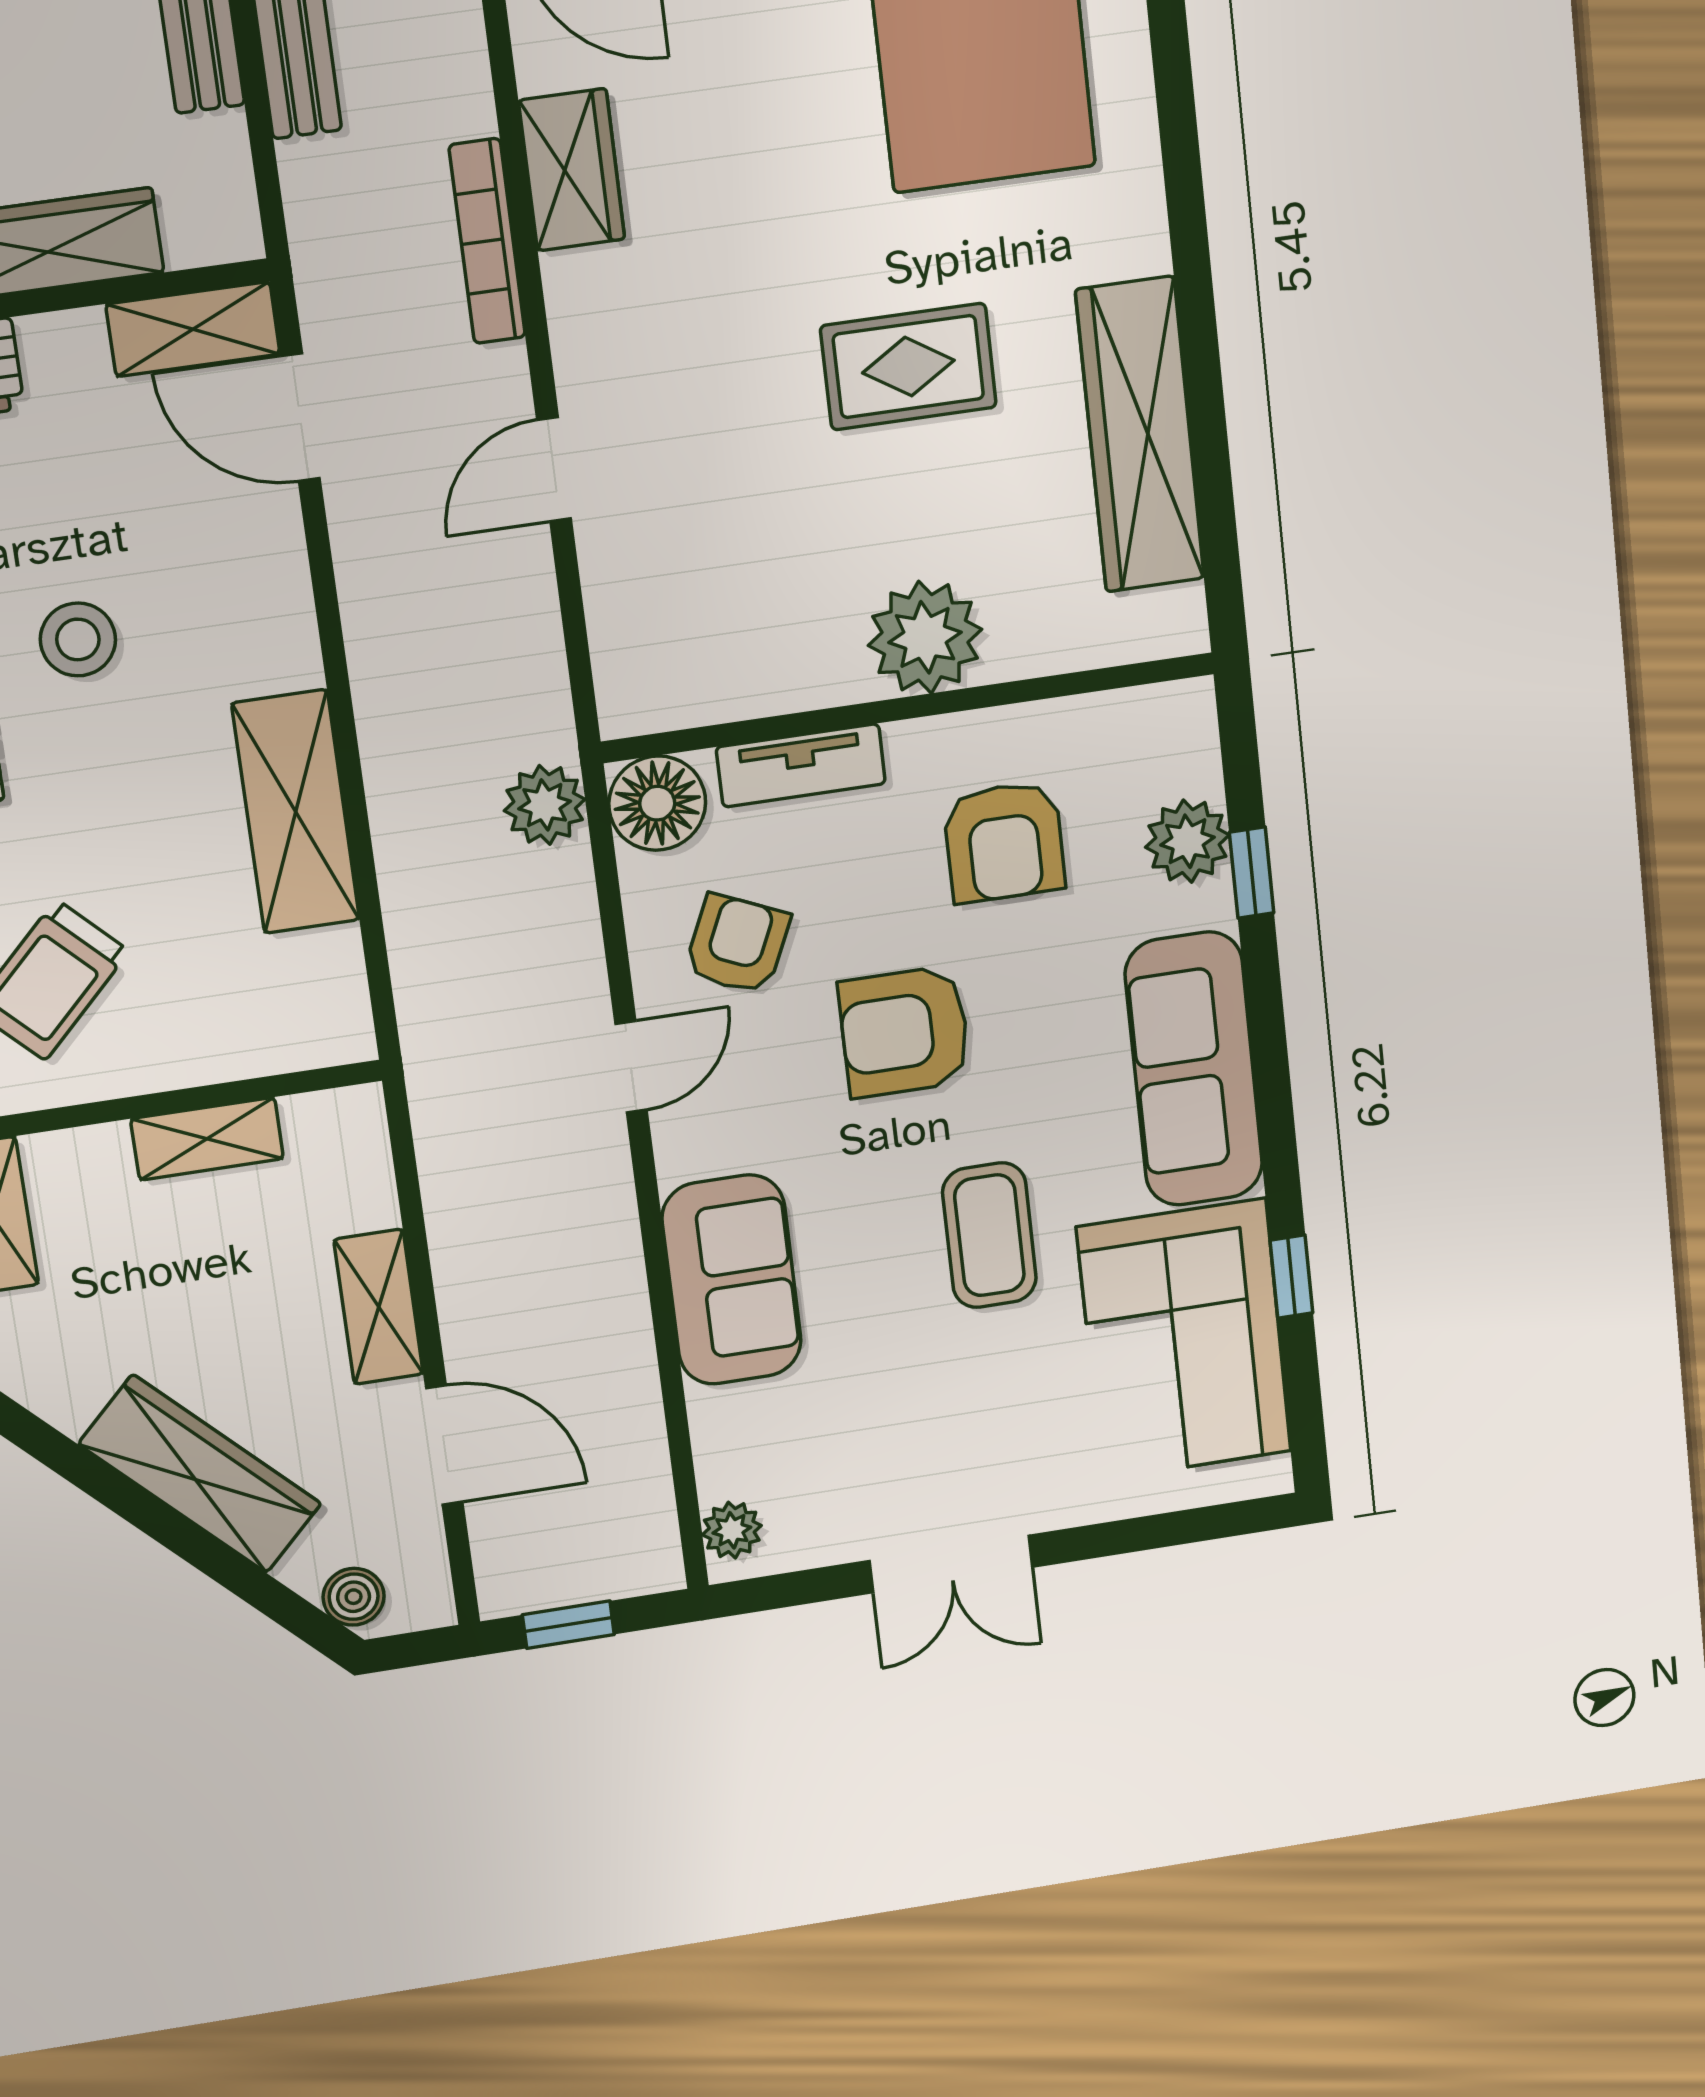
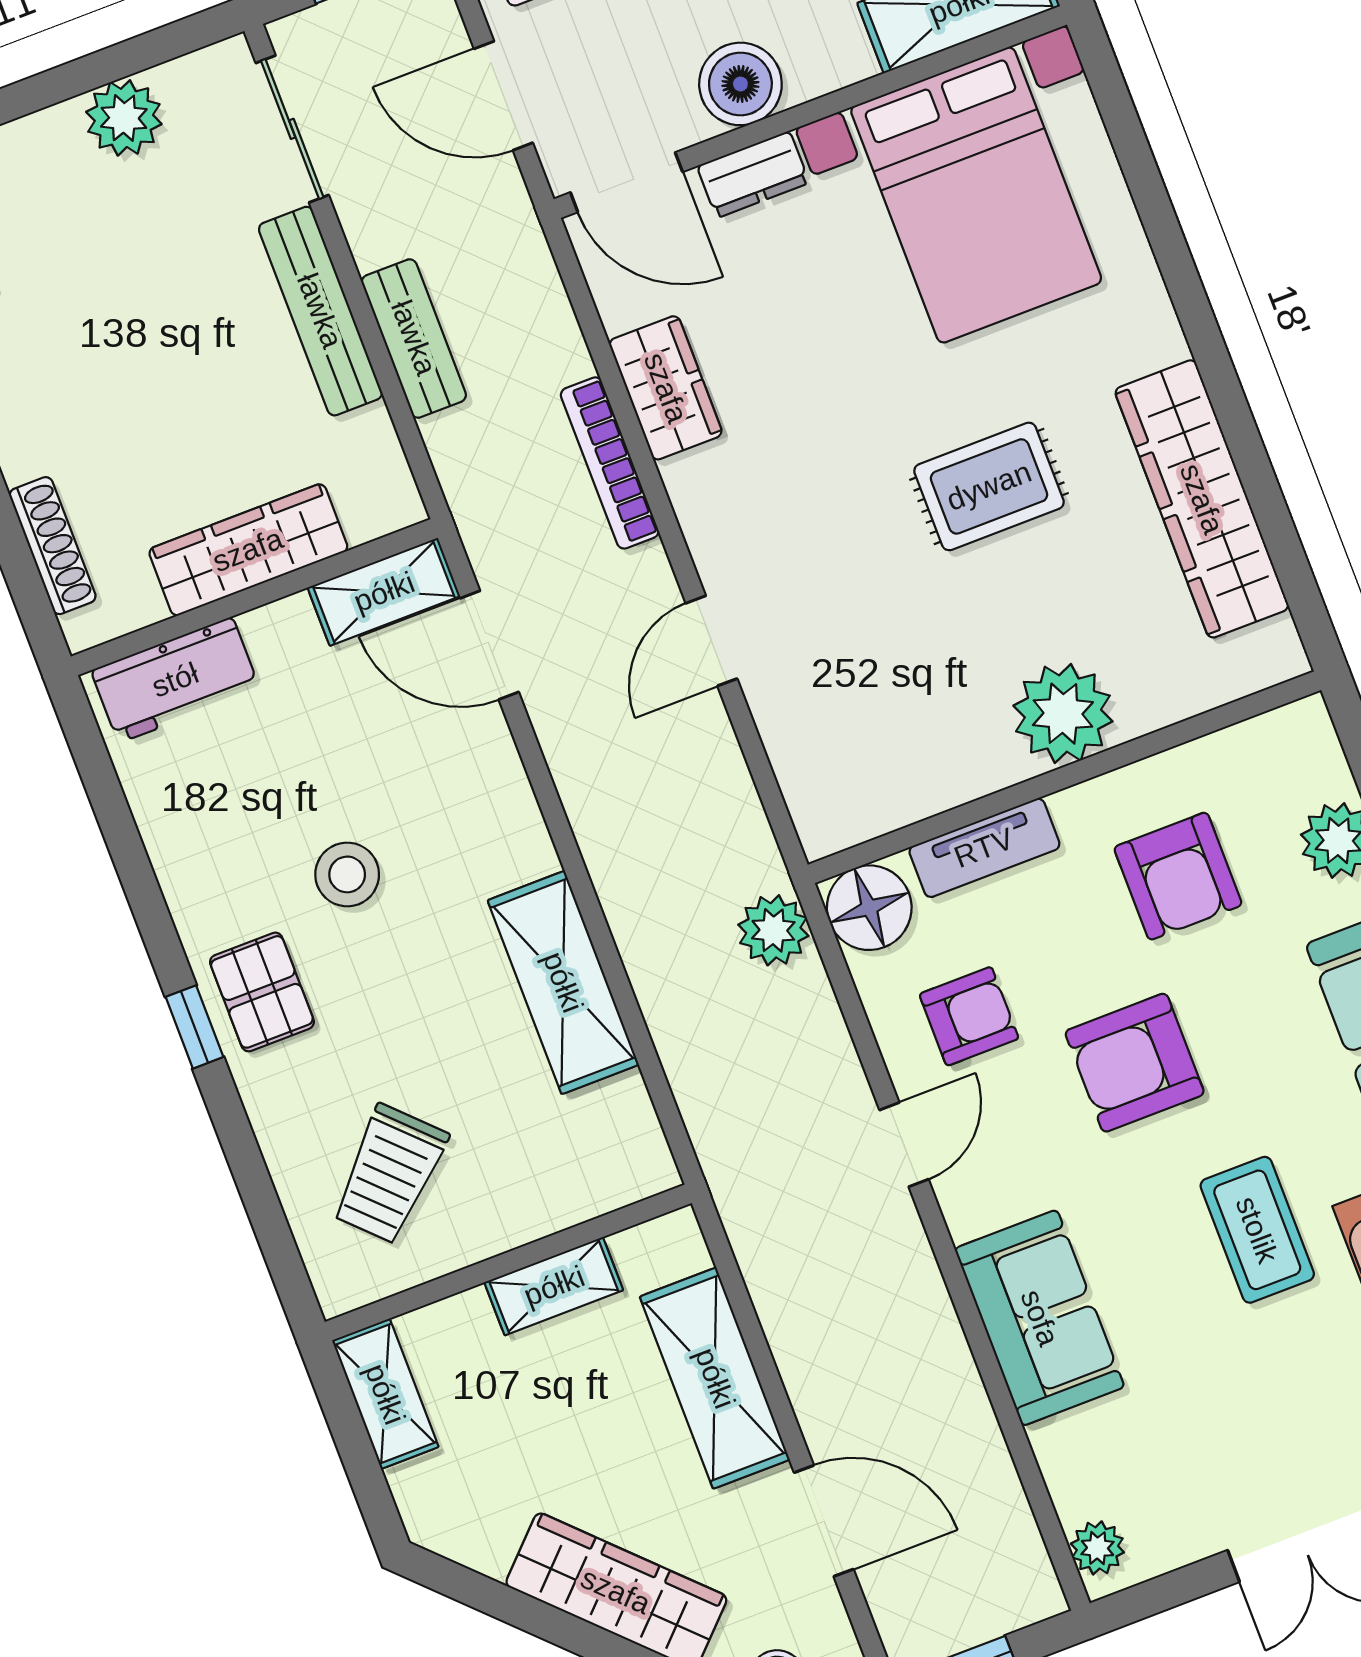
armchair: (737, 944) -> (969, 1016), turned 66
shelving: (379, 1307) -> (715, 1378), width x1.50, depth x1.33

